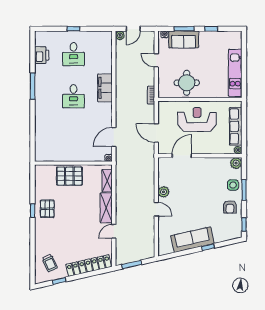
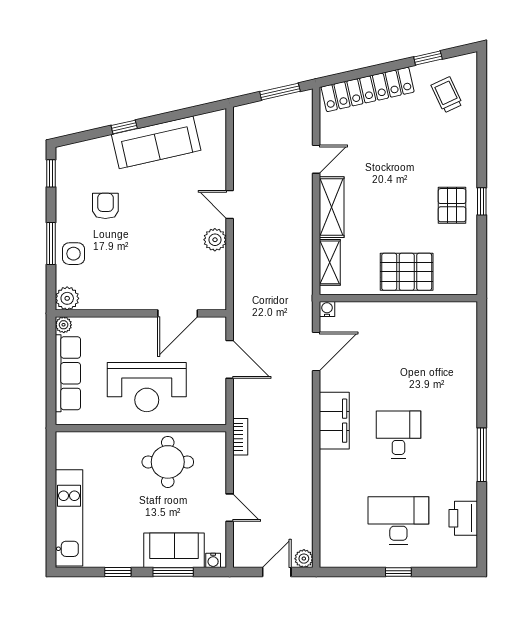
desk: (73, 54) -> (398, 520), width x1.37
kitchen unit: (235, 73) -> (69, 518), moved
filing cabinet: (105, 88) -> (334, 421), moved
armchair: (230, 207) -> (105, 206), moved

